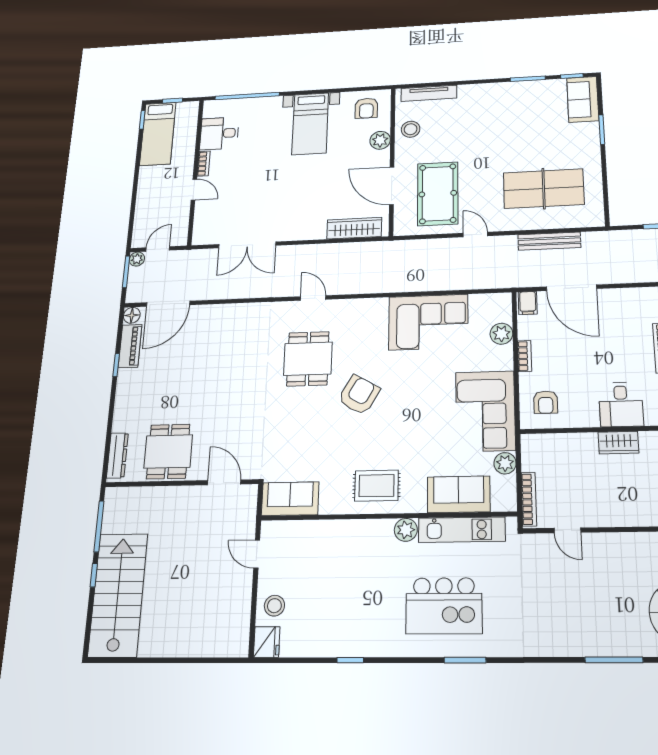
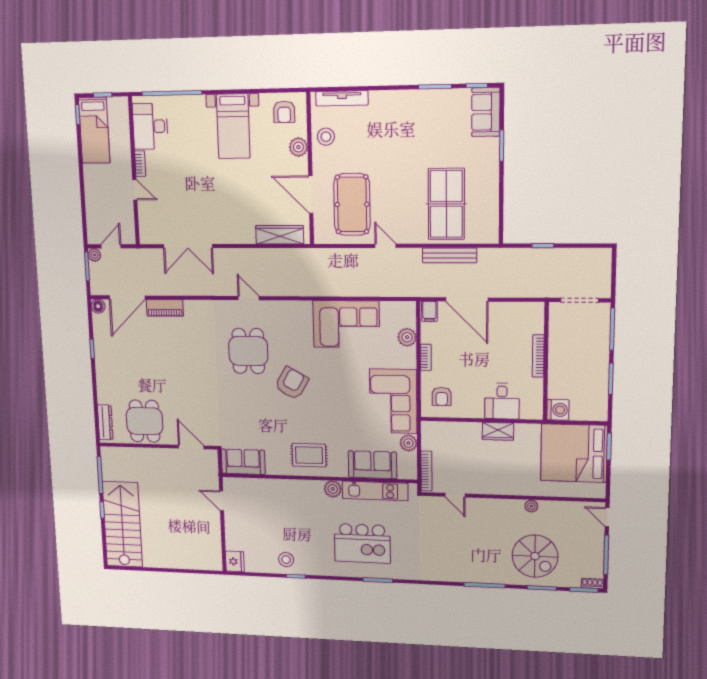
desk: (219, 133) -> (150, 126), width x1.37
table tennis table: (544, 189) -> (446, 204), turned 90
piano: (130, 346) -> (165, 308), moved, turned 90
stool: (274, 606) -> (286, 560), moved

